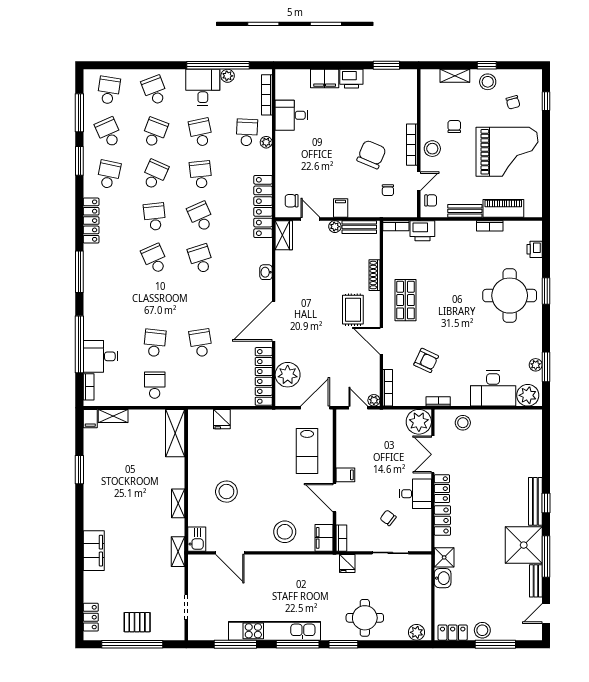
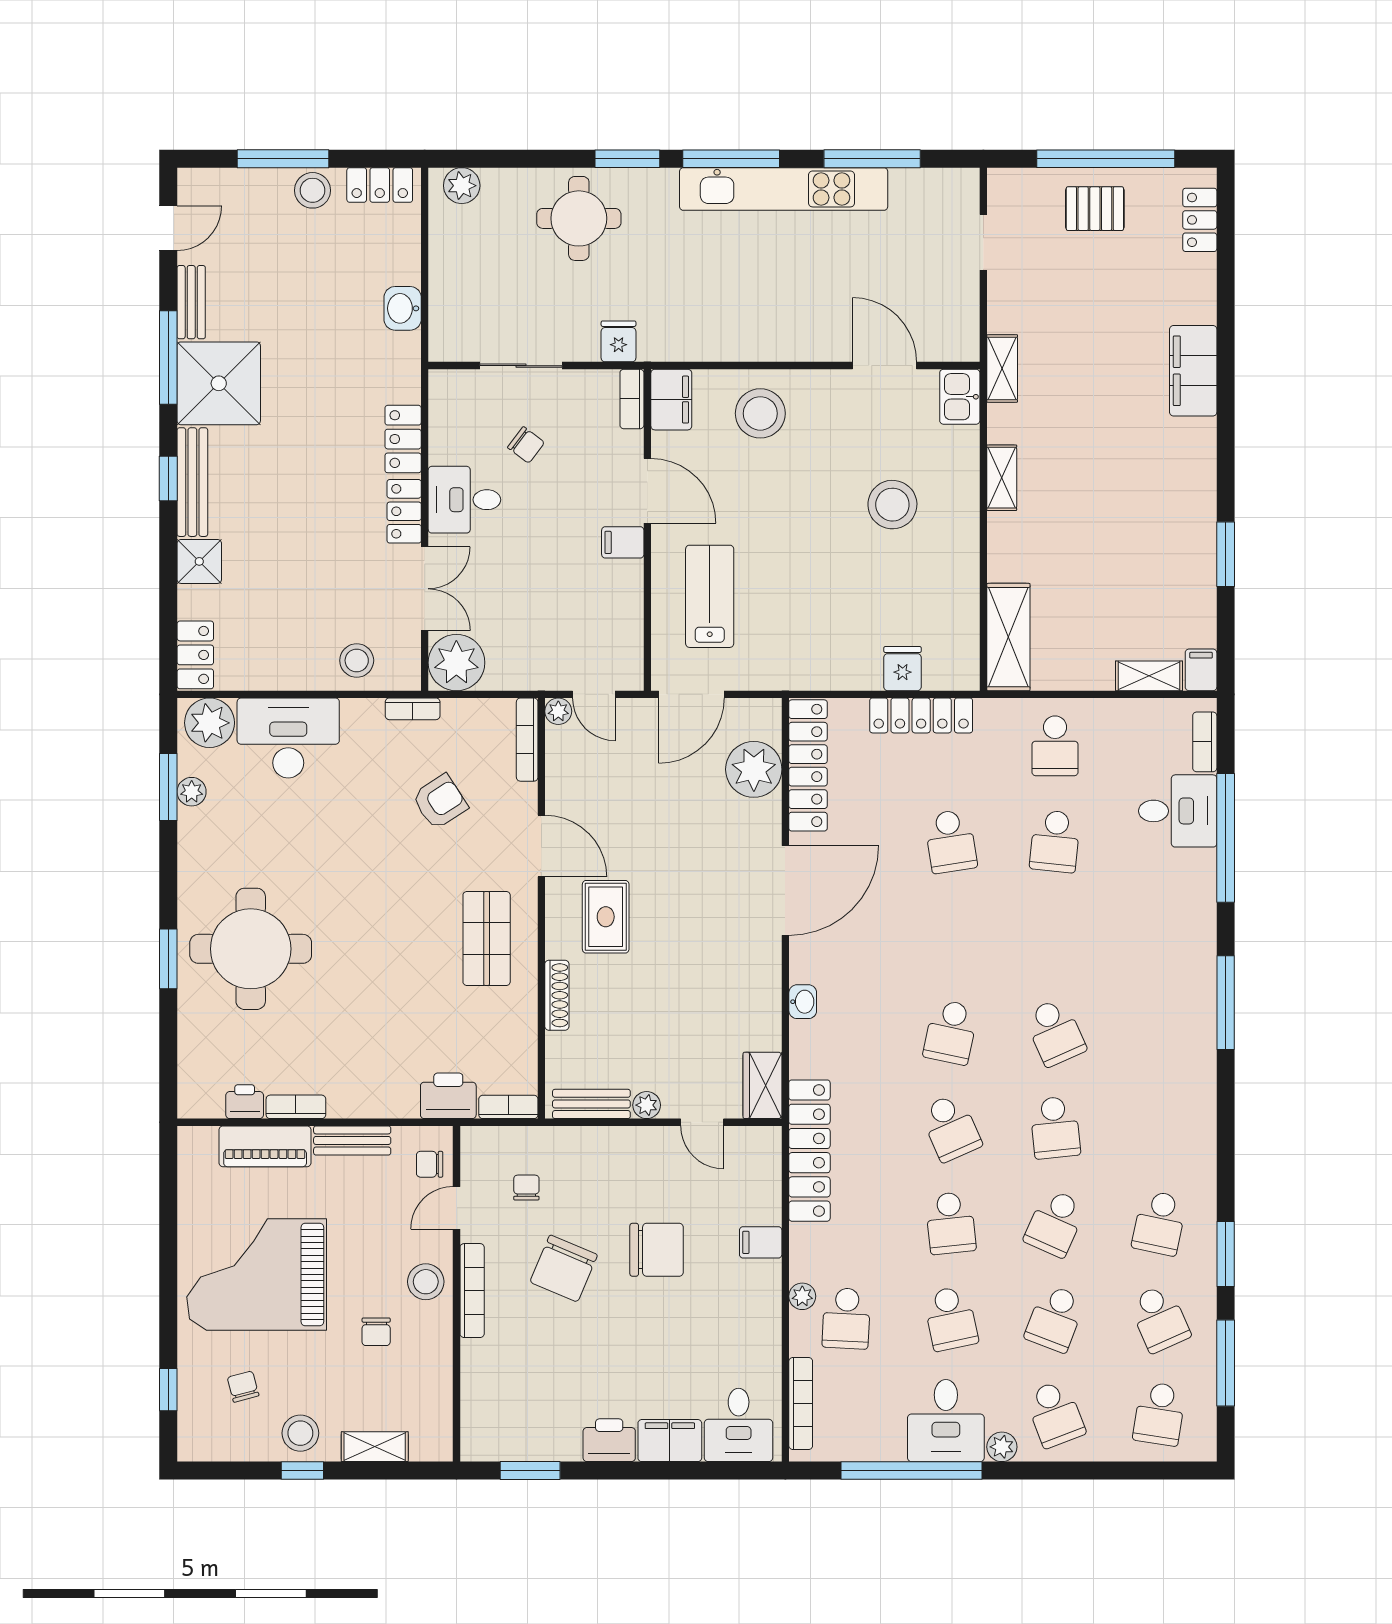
plant: (228, 76) -> (1002, 1447), moved
desk: (291, 115) -> (739, 1425), moved, turned 90
chair: (292, 201) -> (657, 1250), moved, width x1.87, depth x1.87
filing cabinet: (341, 208) -> (761, 1242), moved, turned 90
locker: (91, 221) -> (921, 715), moved, turned -90
printer: (535, 249) -> (245, 1102), moved, turned -90
school desk: (201, 259) -> (951, 1032), turned 30
armchair: (426, 360) -> (440, 802), turned 122
locker: (534, 425) -> (195, 655), added
shower: (444, 557) -> (199, 561), moved

